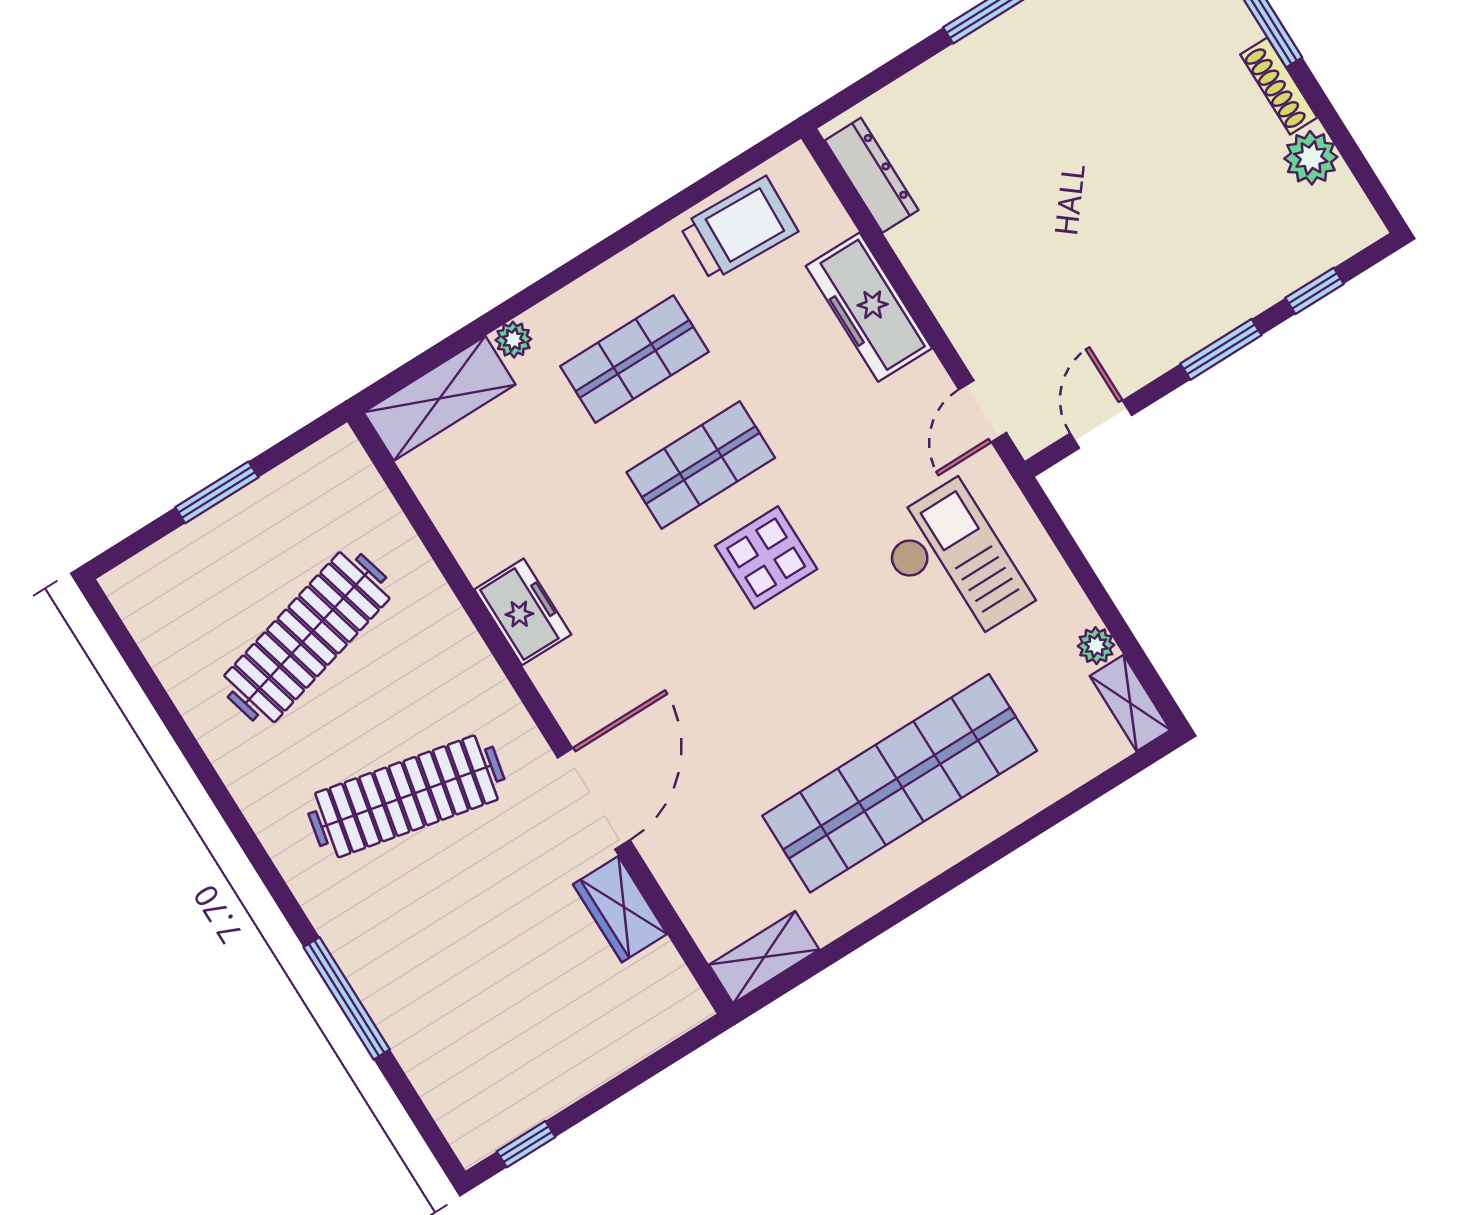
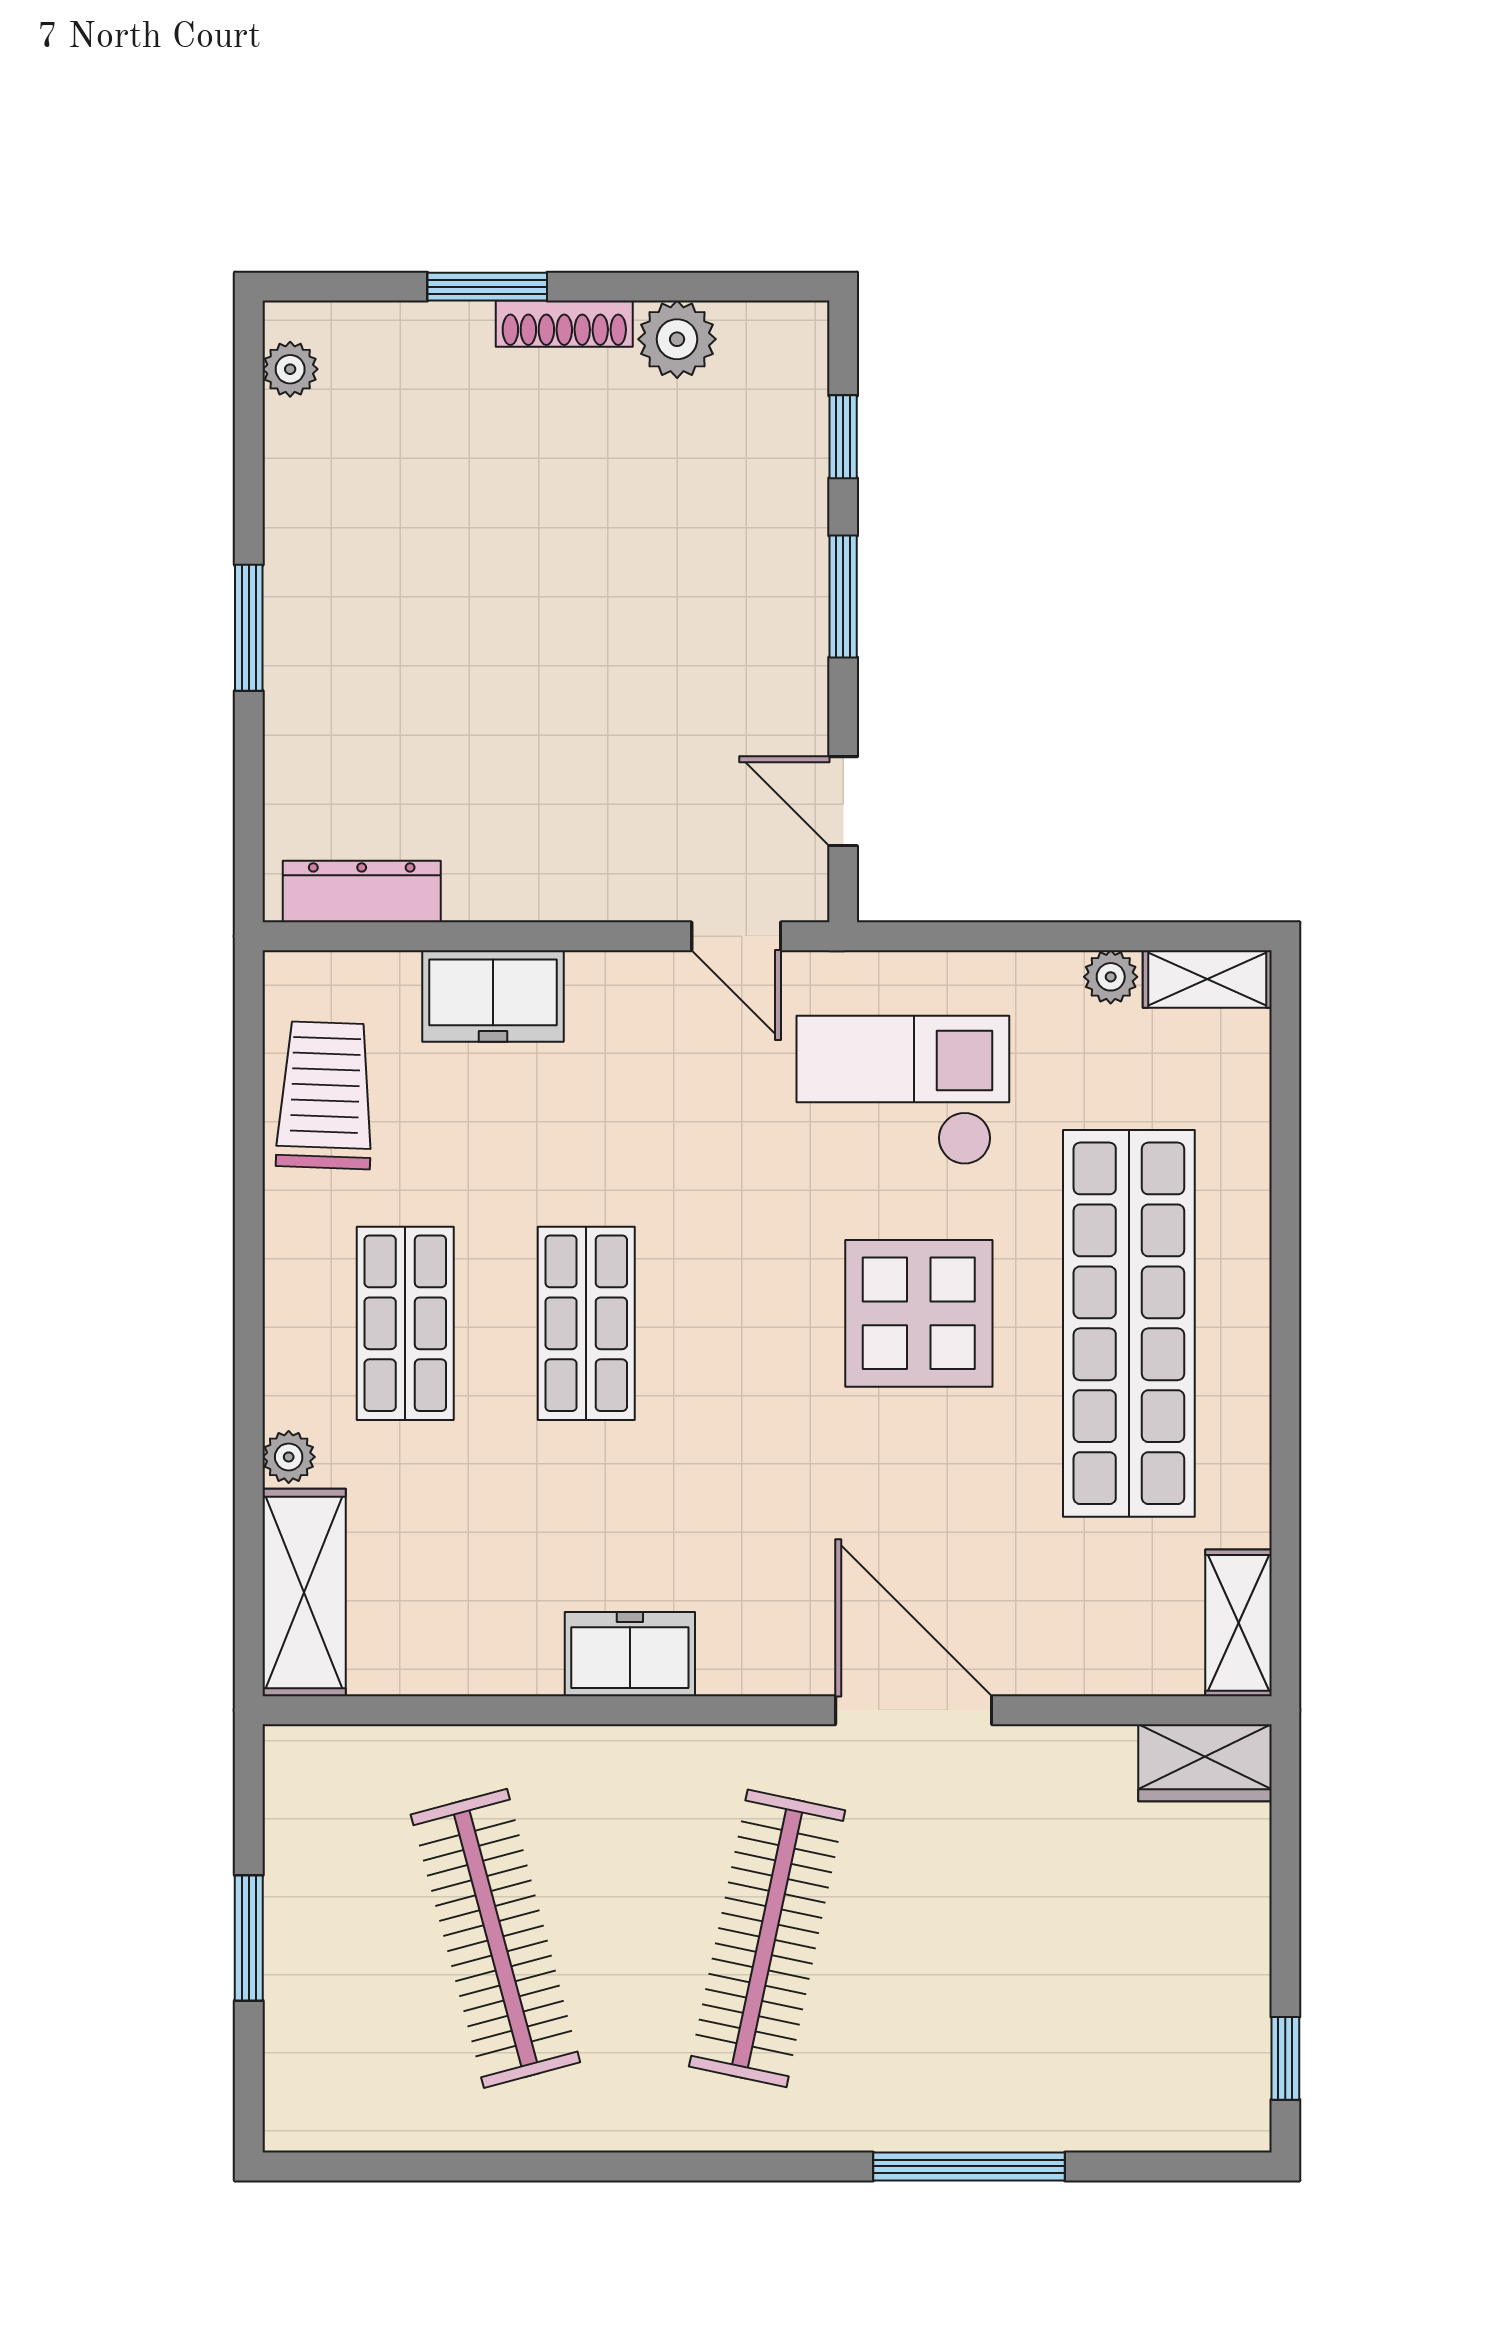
freezer: (869, 307) -> (493, 996), width x0.71
display table: (766, 557) -> (919, 1313), moved, width x1.36, depth x1.36
wardrobe: (620, 909) -> (1205, 1763), moved

